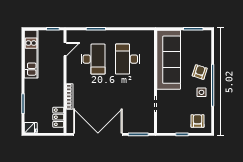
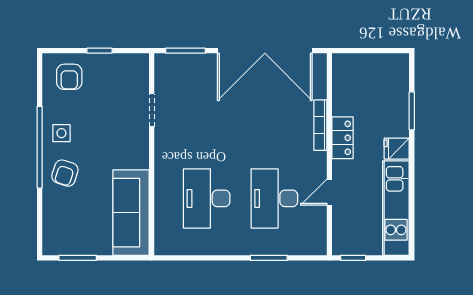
door: (65, 49) -> (329, 192), moved
desk: (128, 59) -> (207, 198), turned 180
sofa: (169, 60) -> (131, 213), width x0.74, depth x0.79
locker: (58, 117) -> (342, 138), moved
fridge: (31, 128) -> (397, 149), moved

